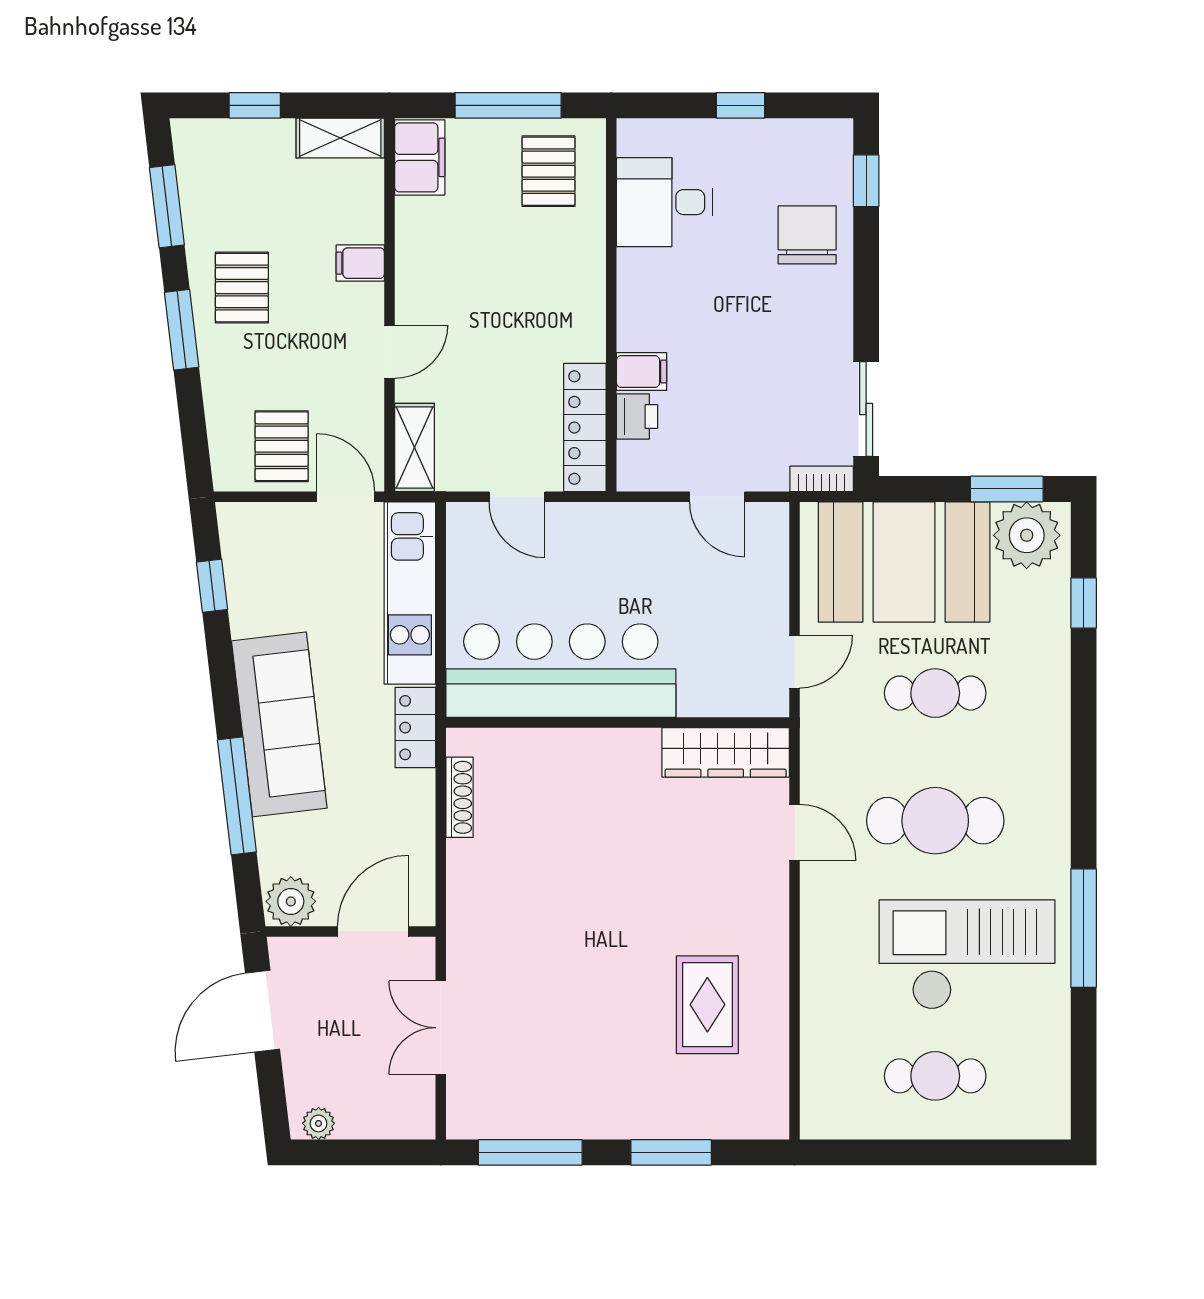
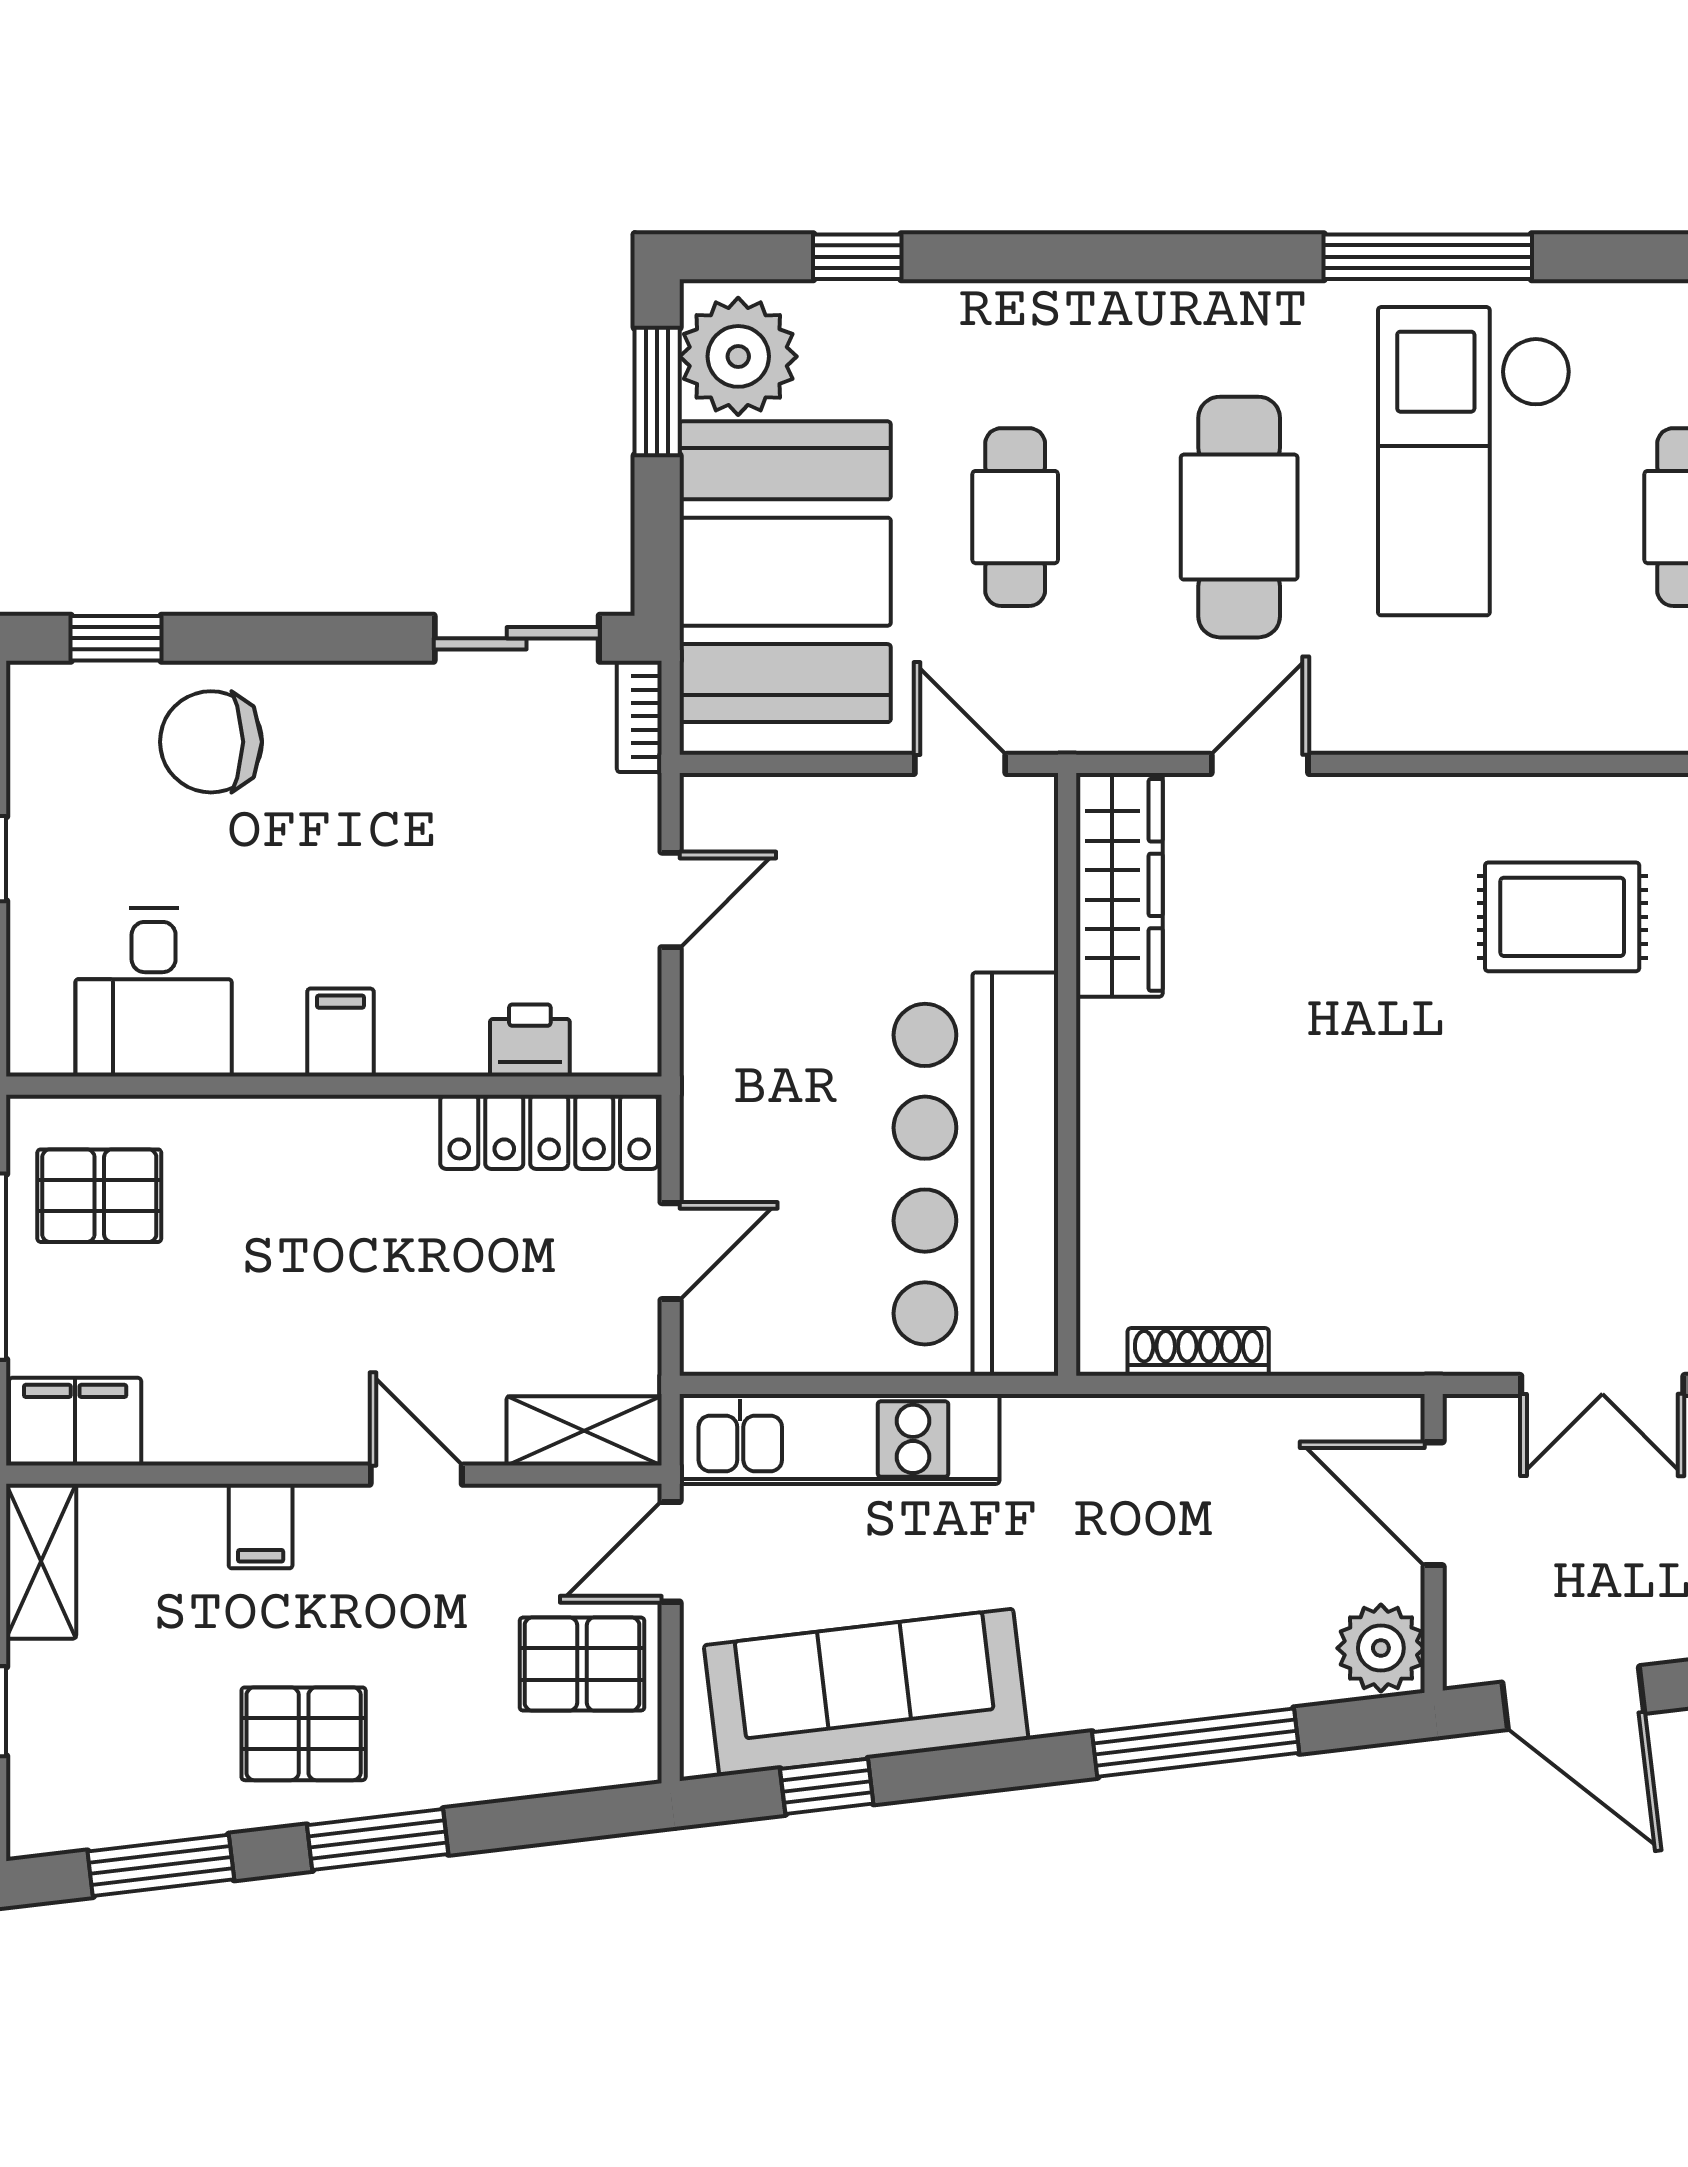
filing cabinet: (641, 372) -> (340, 1033), moved
sofa: (279, 724) -> (866, 1692), moved
locker: (415, 728) -> (1076, 1429), removed

